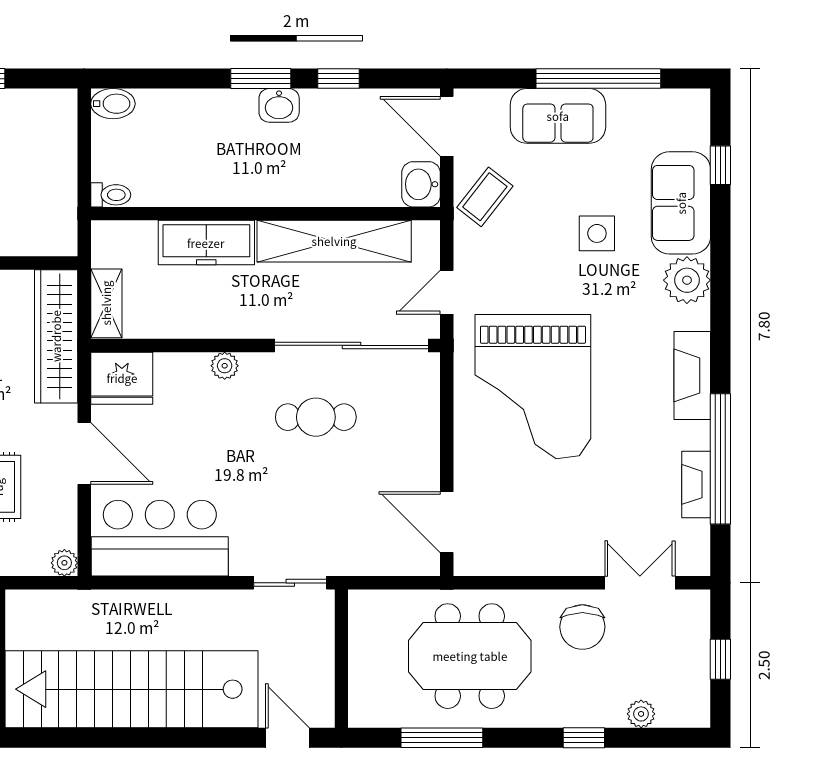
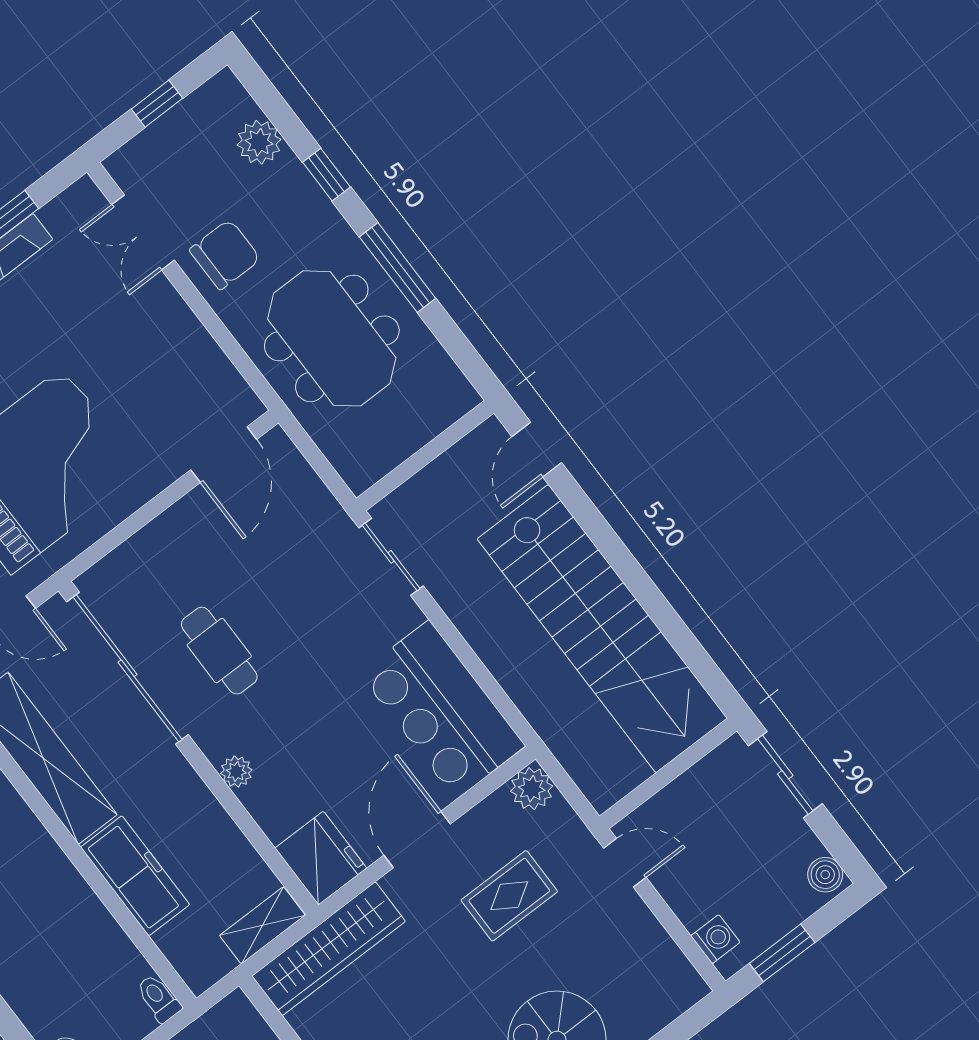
plant: (64, 563) -> (532, 789), width x1.38, depth x1.38
plant: (641, 714) -> (259, 142), width x1.38, depth x1.38
window: (442, 738) -> (398, 268), moved

